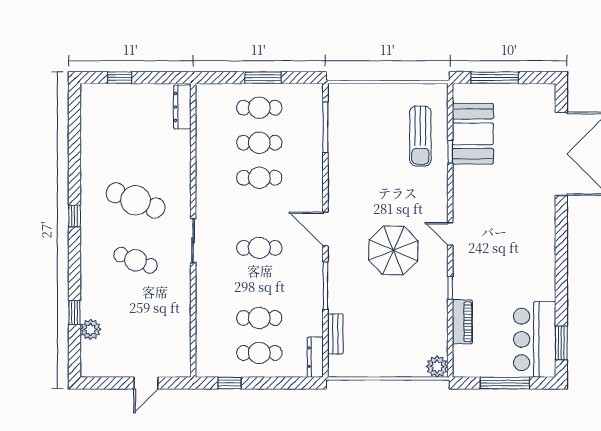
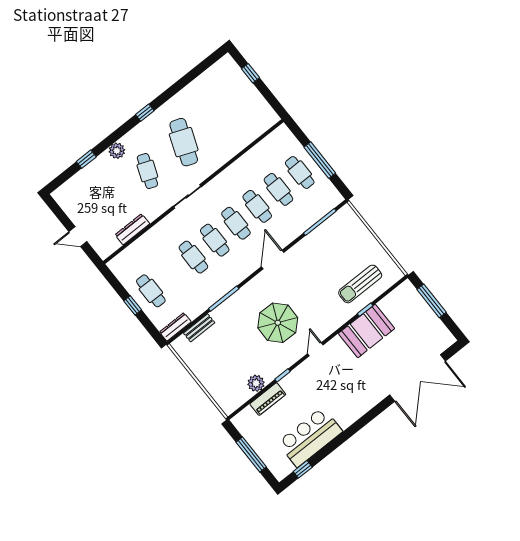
window: (263, 78) -> (320, 160), width x1.44
dresser: (182, 107) -> (132, 229), moved
booth: (473, 134) -> (366, 331), moved
cafe table: (259, 213) -> (236, 223), added
door: (325, 229) -> (273, 260), moved
cafe table: (259, 318) -> (193, 257), moved
plant: (91, 329) -> (117, 151), moved
bar counter: (535, 339) -> (310, 437), moved
window: (561, 343) -> (303, 469), width x0.67
plant: (437, 366) -> (256, 383), moved
window: (229, 383) -> (133, 305), moved

